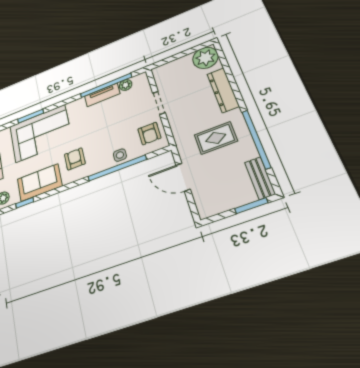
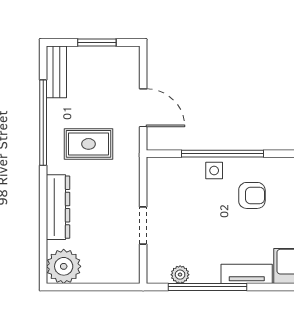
tv unit: (102, 95) -> (247, 274), moved
armchair: (149, 133) -> (168, 185), removed
armchair: (75, 159) -> (252, 195), moved, turned -90
window: (251, 206) -> (97, 42), moved

